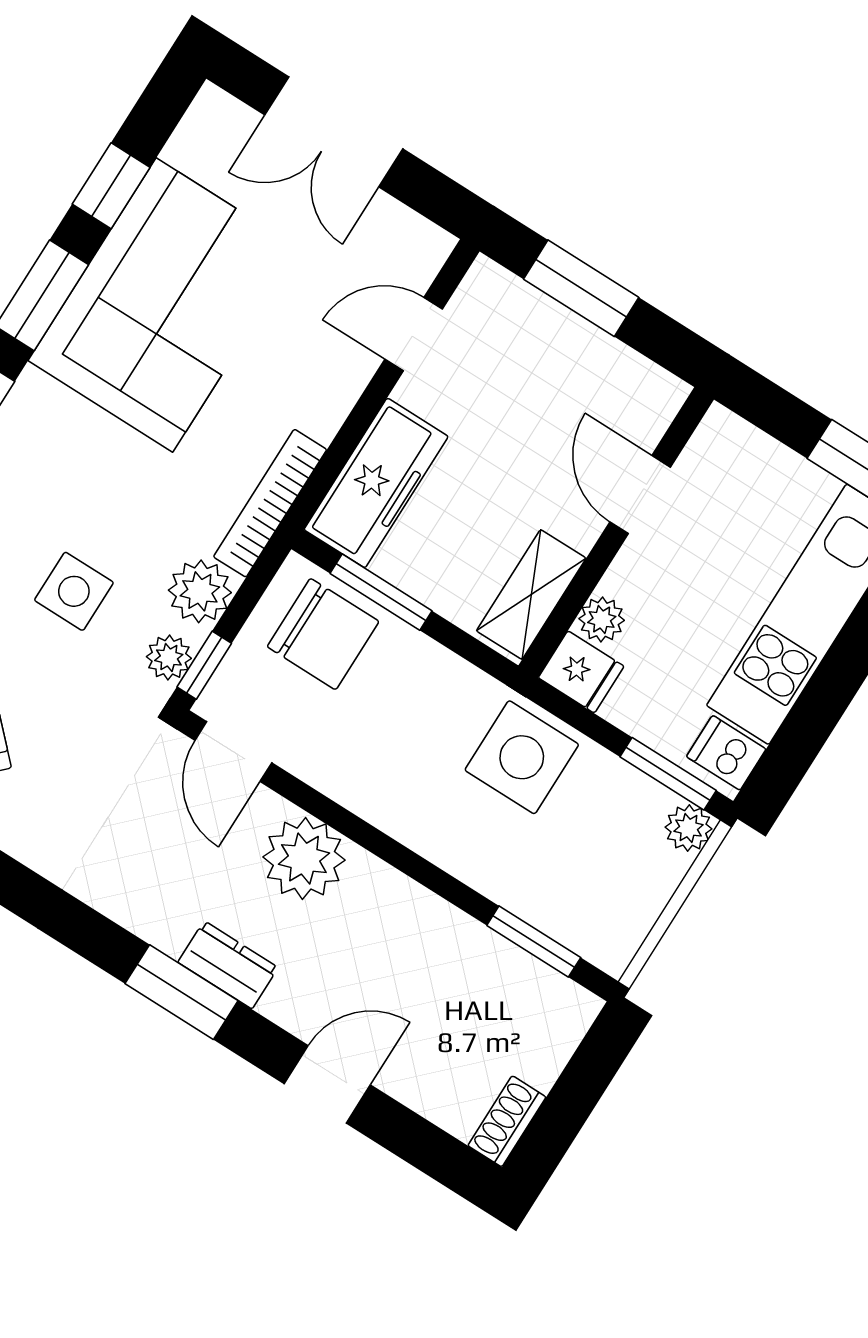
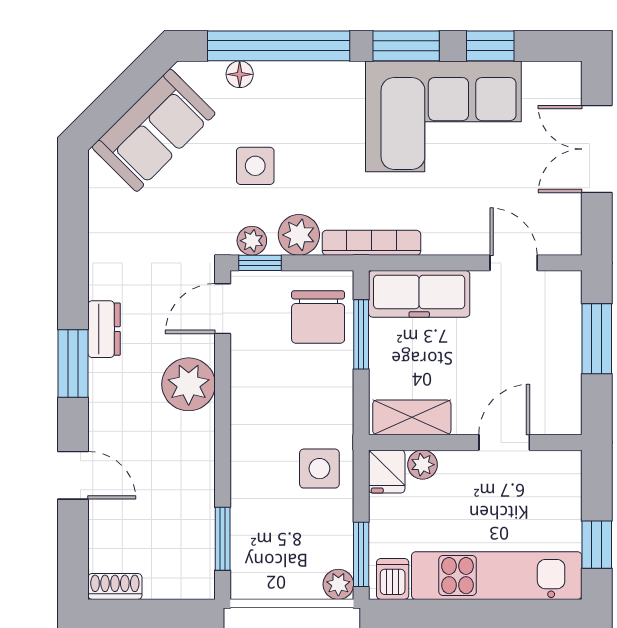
side table: (522, 757) -> (319, 469), width x0.73, depth x0.73
dresser: (228, 965) -> (104, 329), moved

